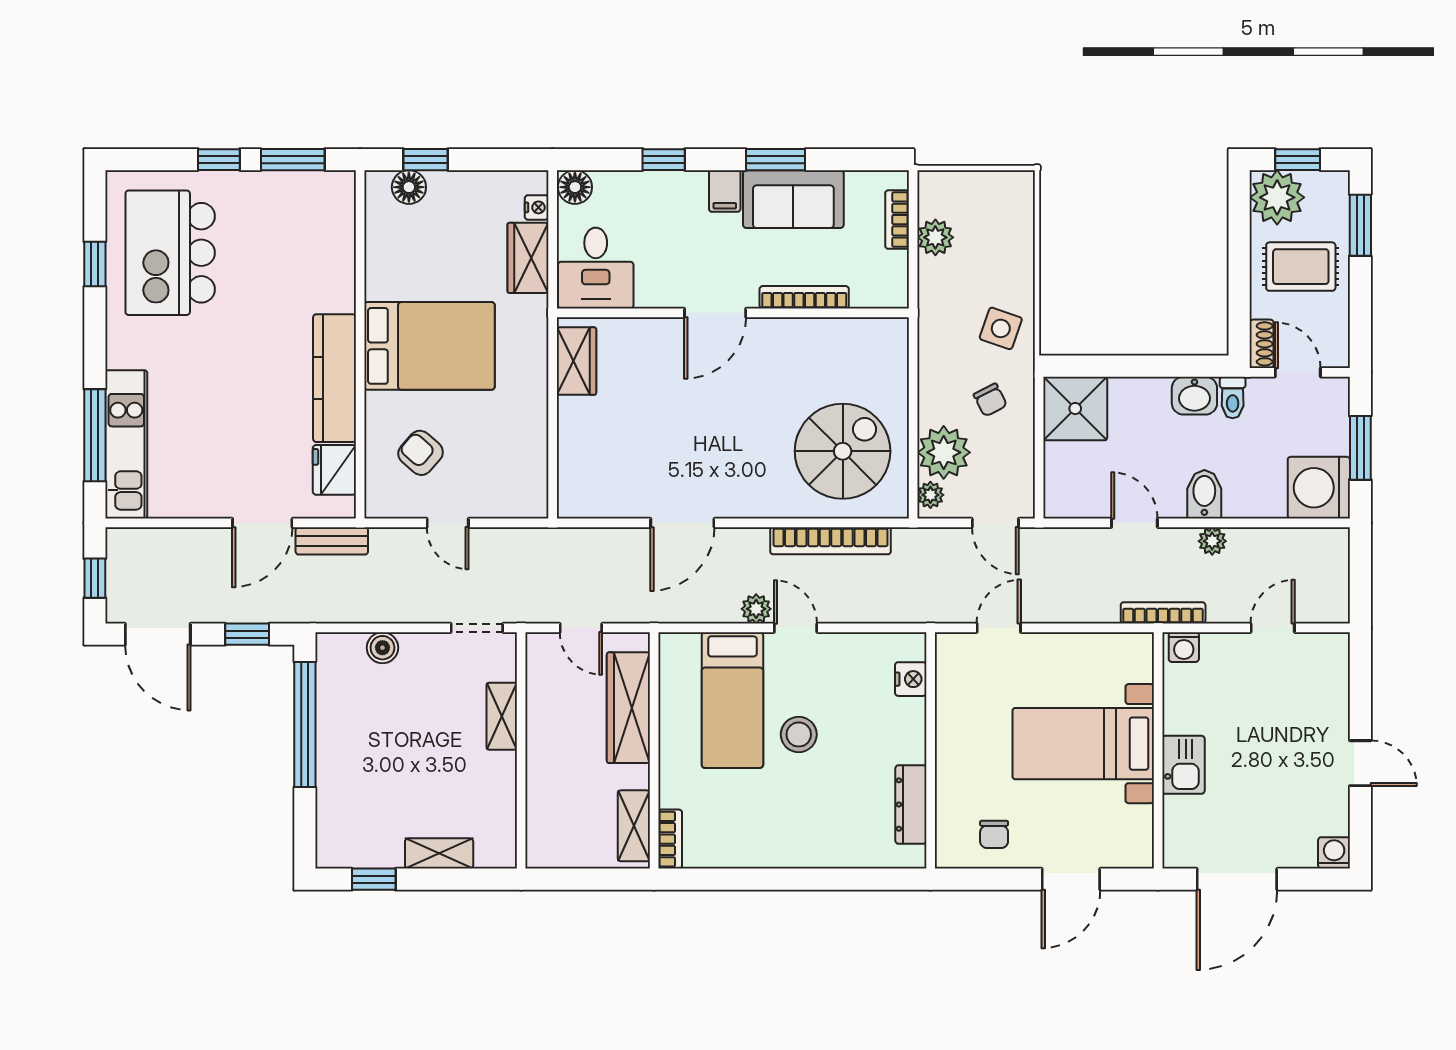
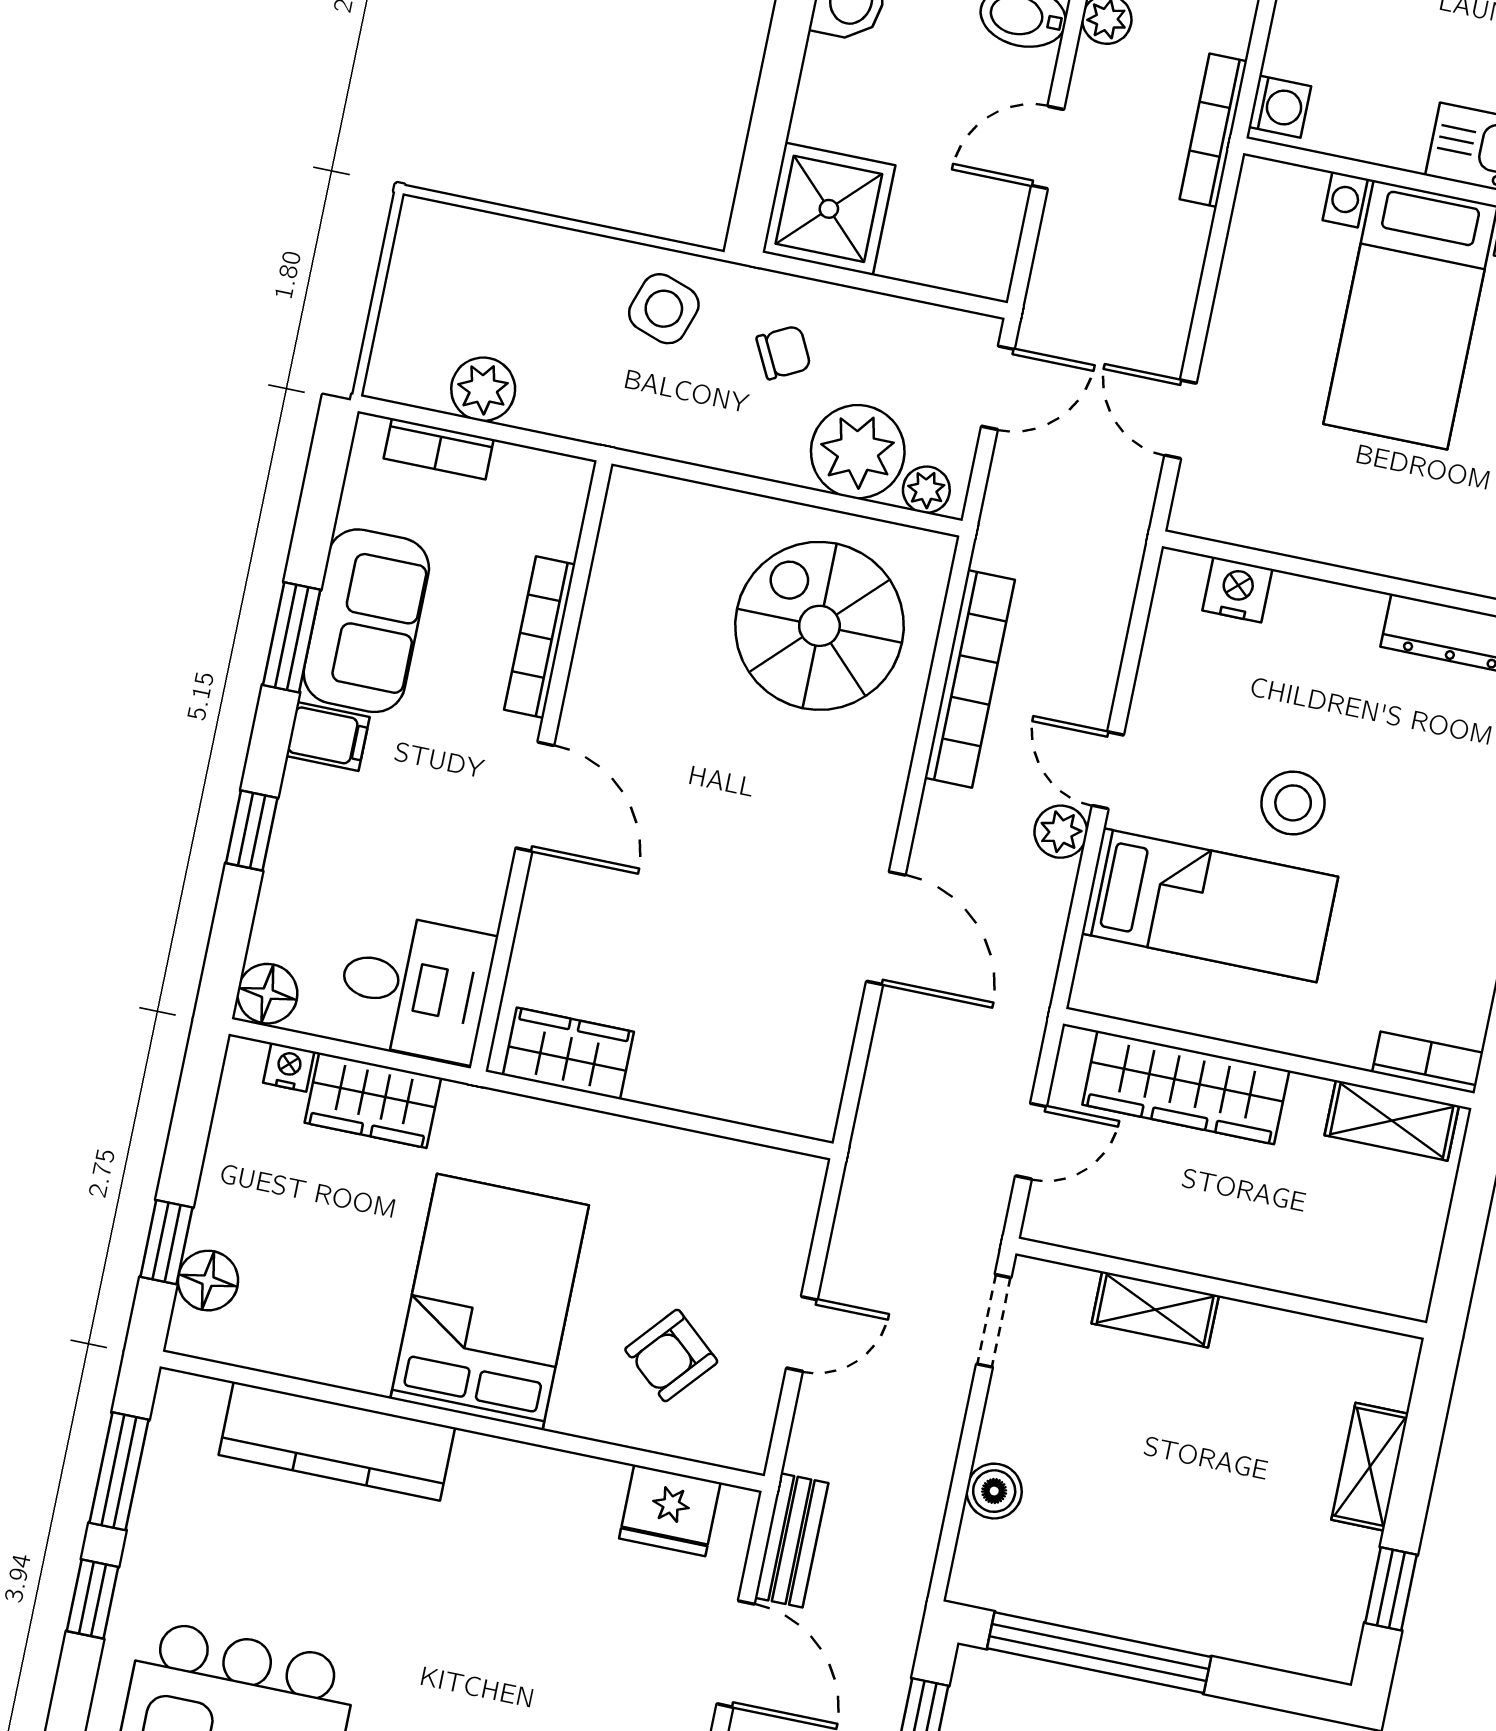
kitchen counter: (335, 378) -> (337, 1441), moved
door: (796, 628) -> (1108, 770), hinge flipped

